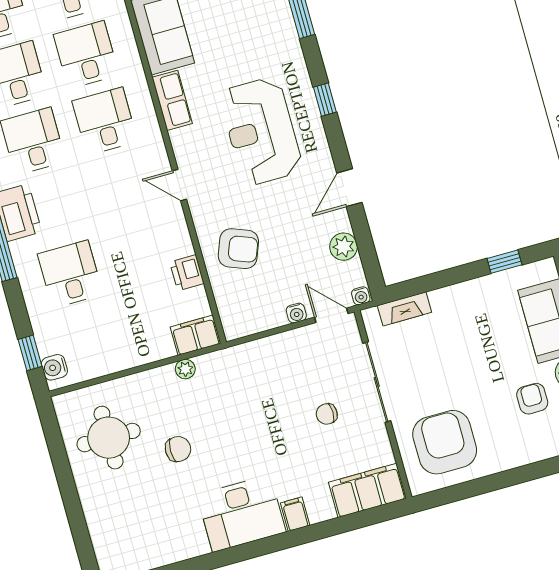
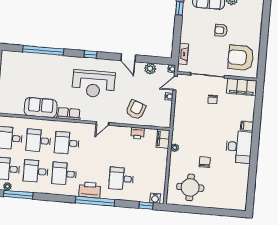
armchair: (532, 399) -> (221, 30), moved
filing cabinet: (367, 490) -> (242, 87), moved, turned -90

